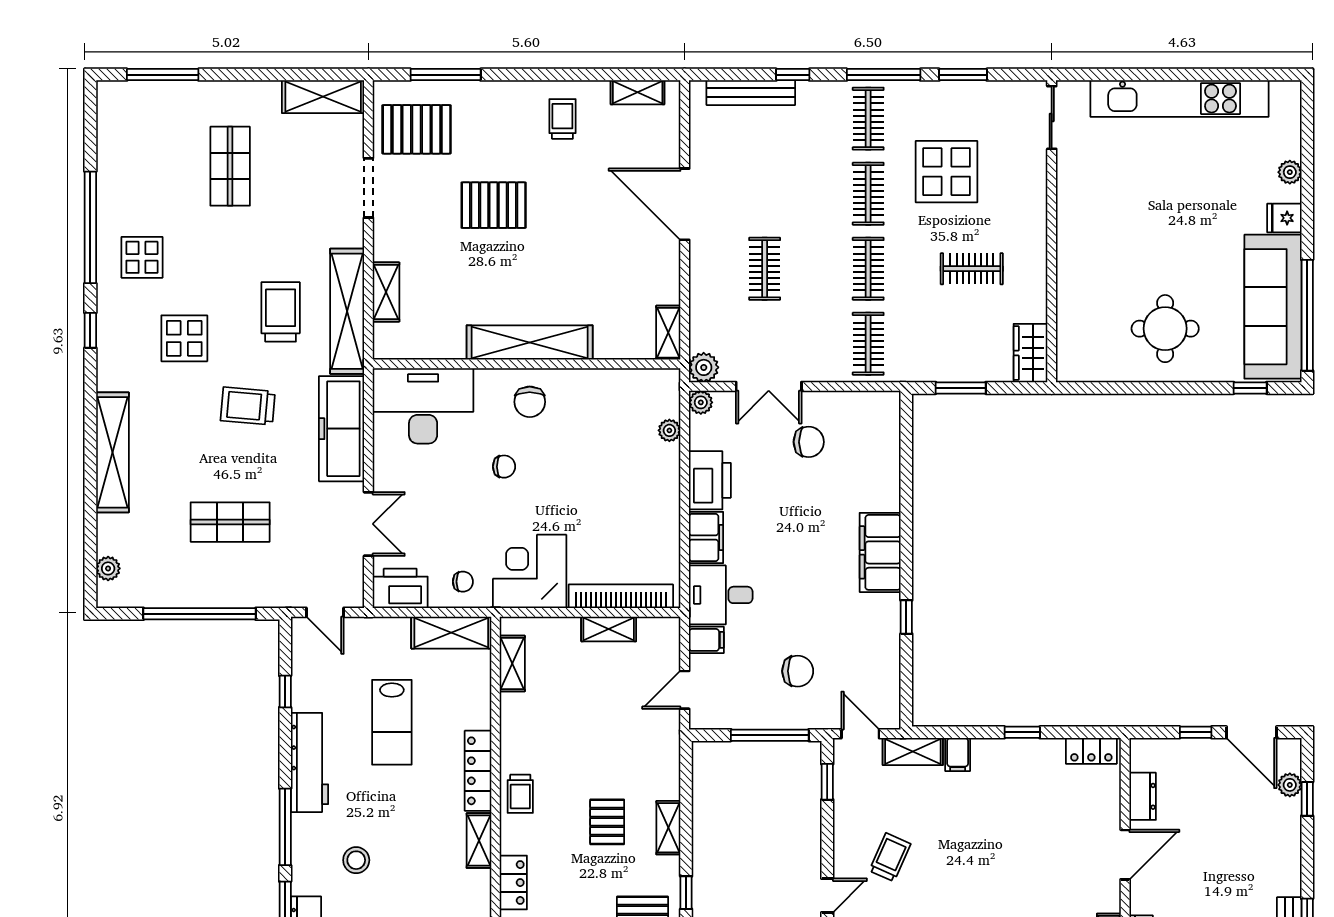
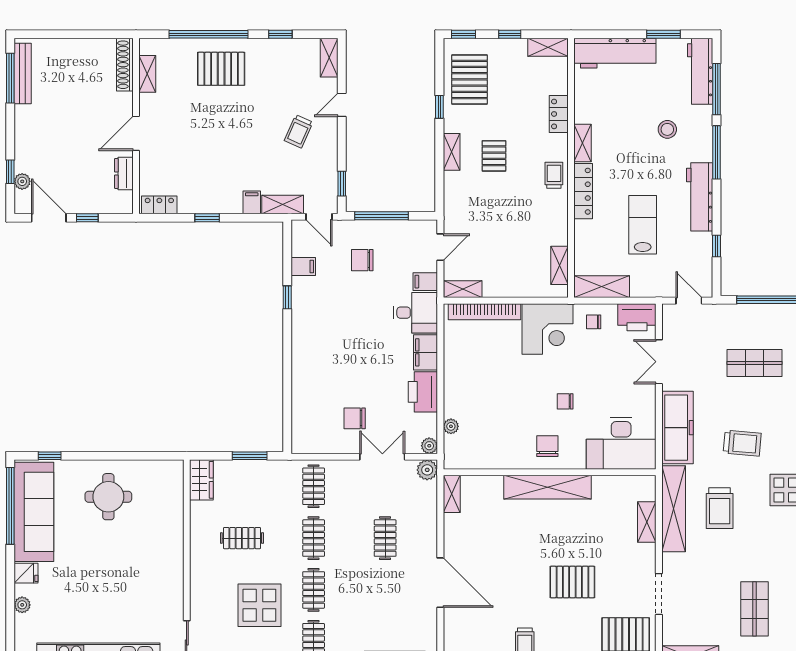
filing cabinet: (880, 552) -> (303, 266), moved, width x0.33, depth x0.86
shelving: (609, 629) -> (463, 289), moved

